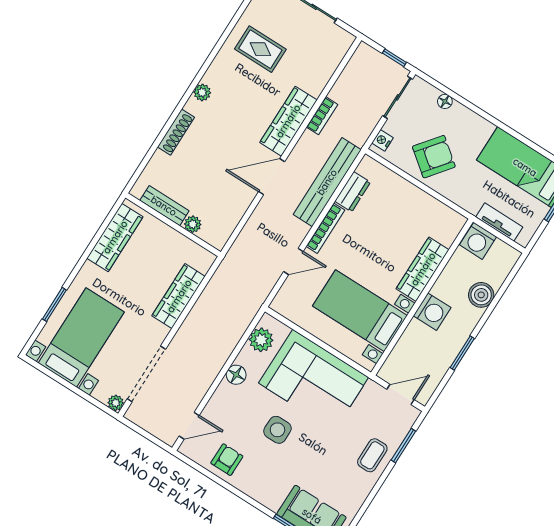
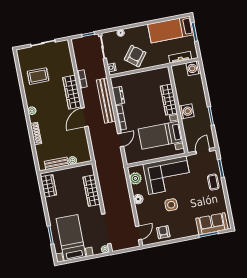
wardrobe: (115, 237) -> (49, 186), width x0.67
washing machine: (478, 241) -> (194, 68), moved, turned 90
boiler: (481, 295) -> (198, 89), removed

